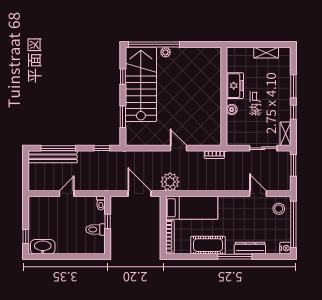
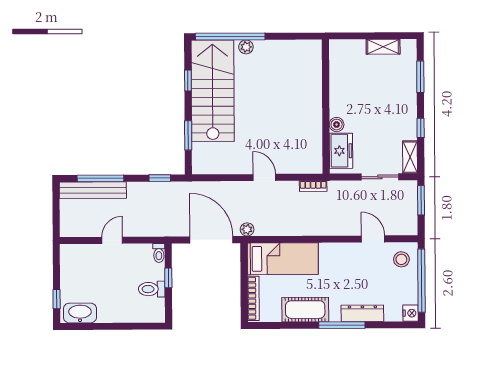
freezer: (235, 86) -> (341, 151), moved
window: (293, 86) -> (420, 77), moved
plant: (170, 182) -> (247, 229), width x0.53, depth x0.53
door: (139, 194) -> (211, 240), width x1.36

